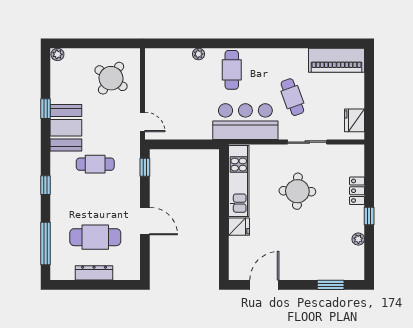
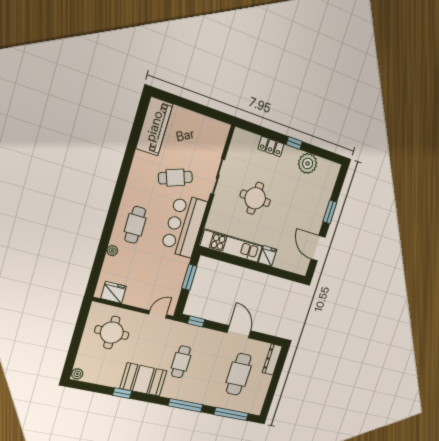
cafe table: (232, 70) -> (135, 225), turned 90
round table: (111, 78) -> (112, 333), turned -35
fridge: (355, 120) -> (114, 292), moved, turned 180
window: (192, 144) -> (189, 277), added
window: (45, 185) -> (186, 405), width x2.17
door: (145, 221) -> (239, 332), hinge flipped
plant: (358, 239) -> (308, 163), width x1.87, depth x1.87
dresser: (94, 273) -> (272, 359), moved
window: (331, 285) -> (330, 212), moved

